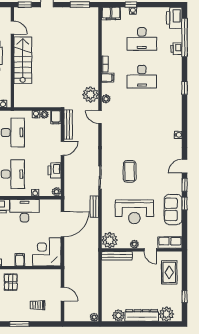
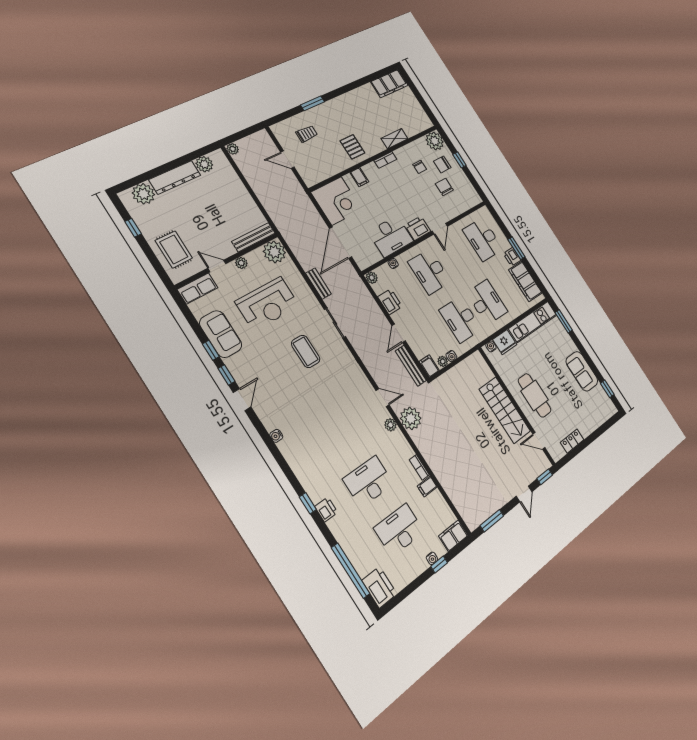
printer: (176, 49) -> (326, 510), moved
filing cabinet: (108, 78) -> (427, 487), moved
reception desk: (134, 212) -> (267, 304), turned 180

